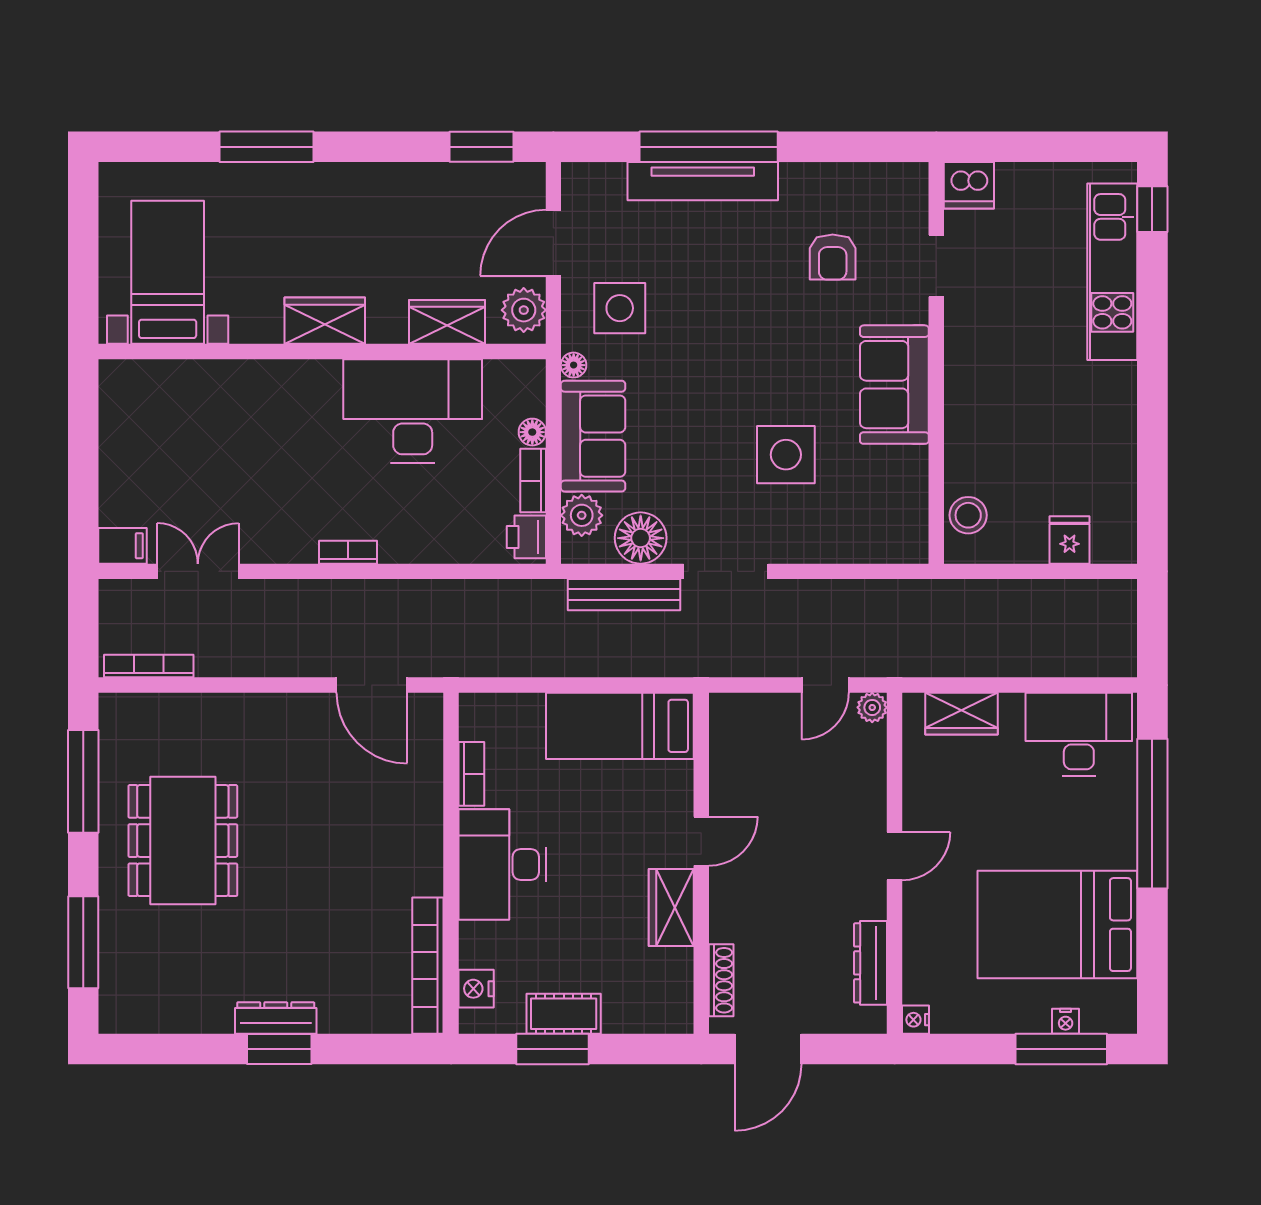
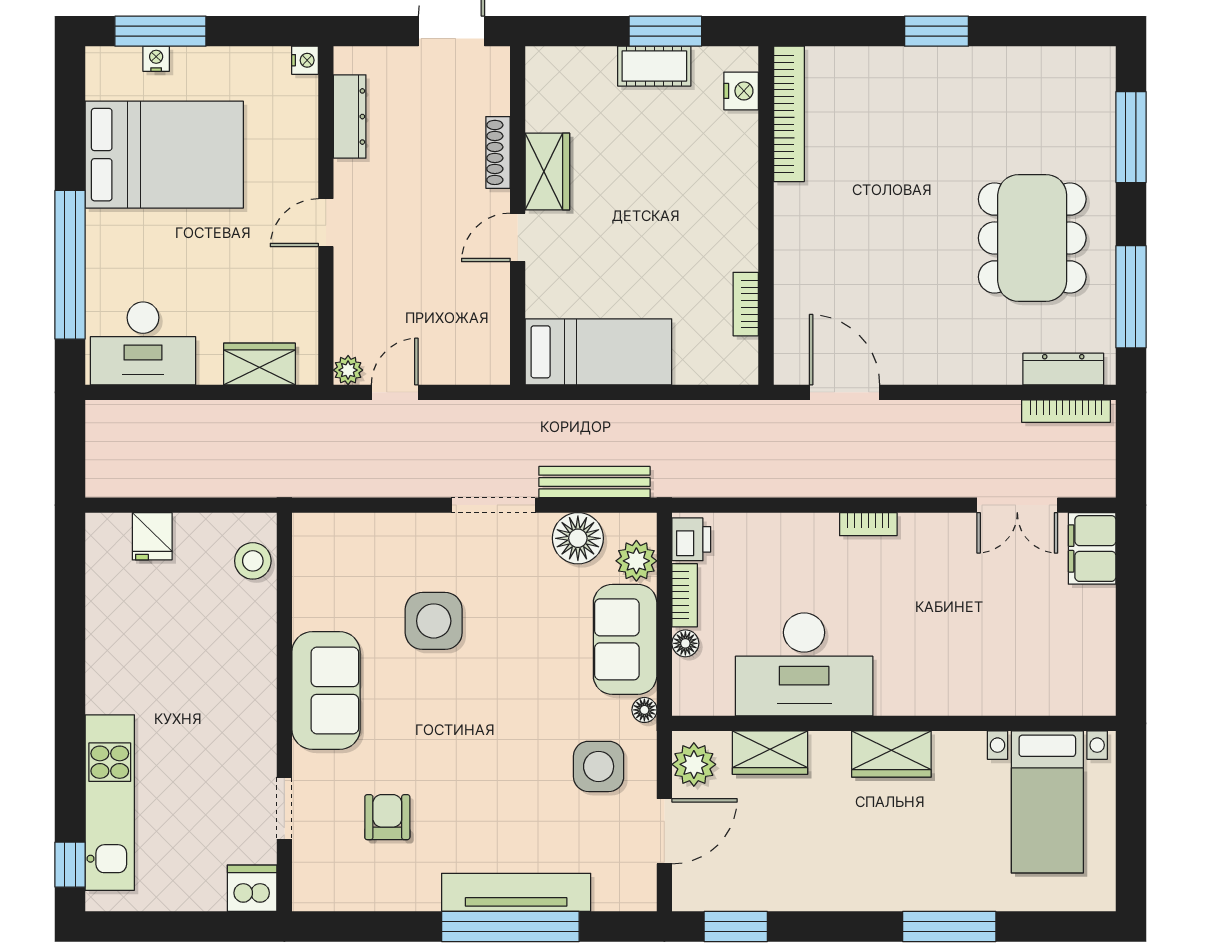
filing cabinet: (122, 546) -> (1092, 548), width x2.00
desk: (502, 864) -> (715, 214), removed
shoe rack: (721, 980) -> (498, 152), moved
dresser: (276, 1018) -> (1063, 369), moved, turned 180

